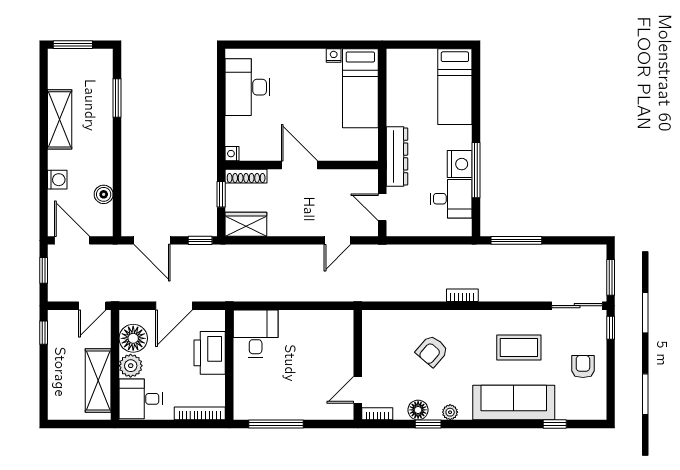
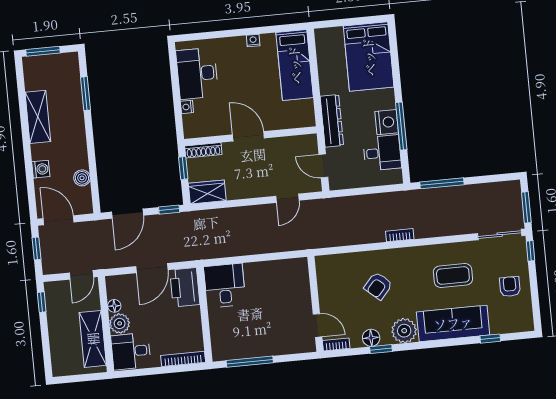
nightstand: (334, 56) -> (253, 41), moved
bed: (455, 87) -> (369, 57), width x1.50
nightstand: (232, 154) -> (187, 107), moved
door: (152, 240) -> (128, 214), hinge flipped
floor lamp: (133, 338) -> (114, 306), width x0.53, depth x0.53
printer: (210, 353) -> (185, 287), moved
door: (358, 390) -> (317, 325), swing flipped
plant: (450, 412) -> (404, 331), width x1.88, depth x1.88

